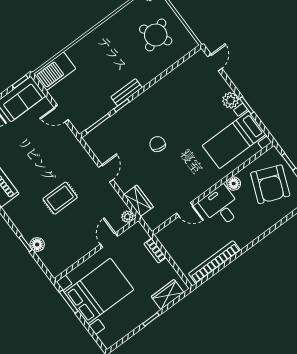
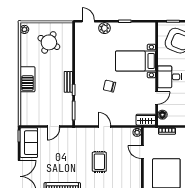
round table: (156, 35) -> (49, 42), turned -35
barbecue: (55, 71) -> (28, 79), moved
plant: (230, 100) -> (104, 28), moved
bed with nightstands: (234, 140) -> (136, 61), moved, turned 90
floor lamp: (234, 184) -> (162, 115), moved
wardrobe: (139, 201) -> (146, 120), moved

